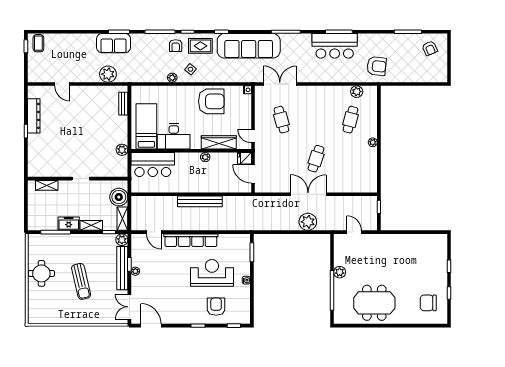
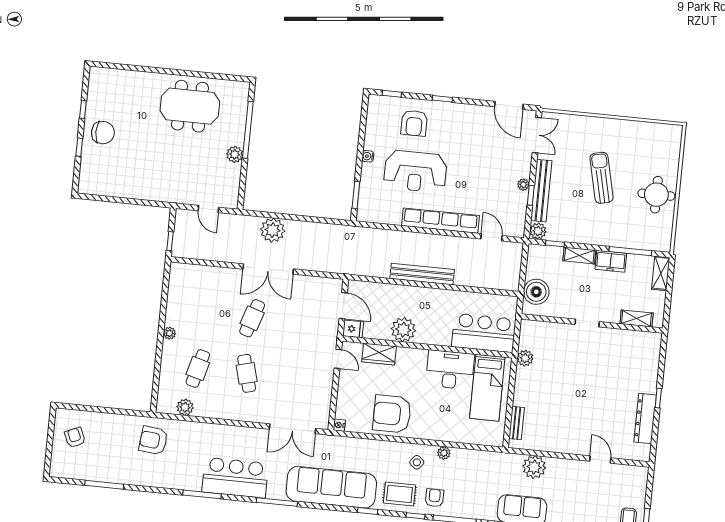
bar counter: (335, 46) -> (235, 478), moved
armchair: (430, 48) -> (75, 437), moved
cafe table: (281, 120) -> (247, 373), moved
wardrobe: (219, 142) -> (379, 354), width x0.67
plant: (205, 157) -> (403, 330), width x1.88, depth x1.88
shelving: (122, 219) -> (661, 273), moved
chair: (428, 303) -> (103, 133), moved

